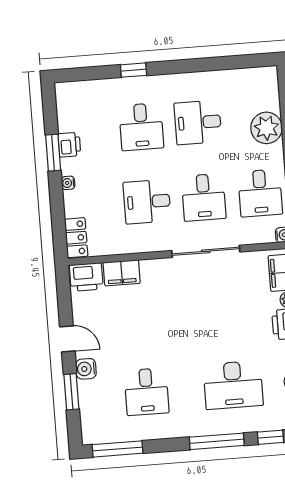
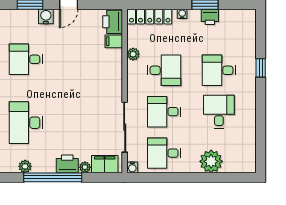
desk: (147, 202) -> (164, 70), turned 90
locker: (76, 238) -> (150, 17), width x1.53
plant: (128, 246) -> (133, 54), added
sliding door: (206, 251) -> (125, 127), moved
filing cabinet: (122, 273) -> (114, 41), width x0.50

